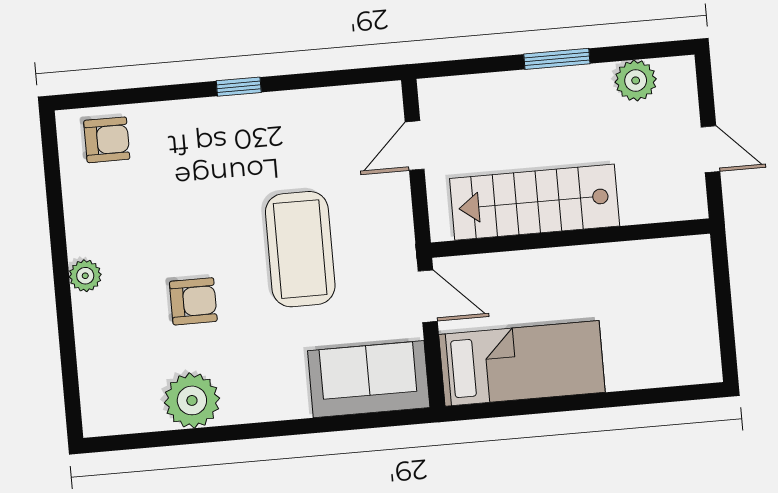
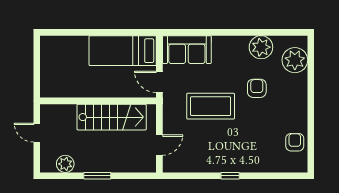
armchair: (107, 140) -> (295, 142), moved, turned 90
coffee table: (300, 249) -> (211, 106), turned 90
plant: (85, 276) -> (295, 60), moved, width x1.87, depth x1.87
armchair: (193, 301) -> (257, 88), turned 90

